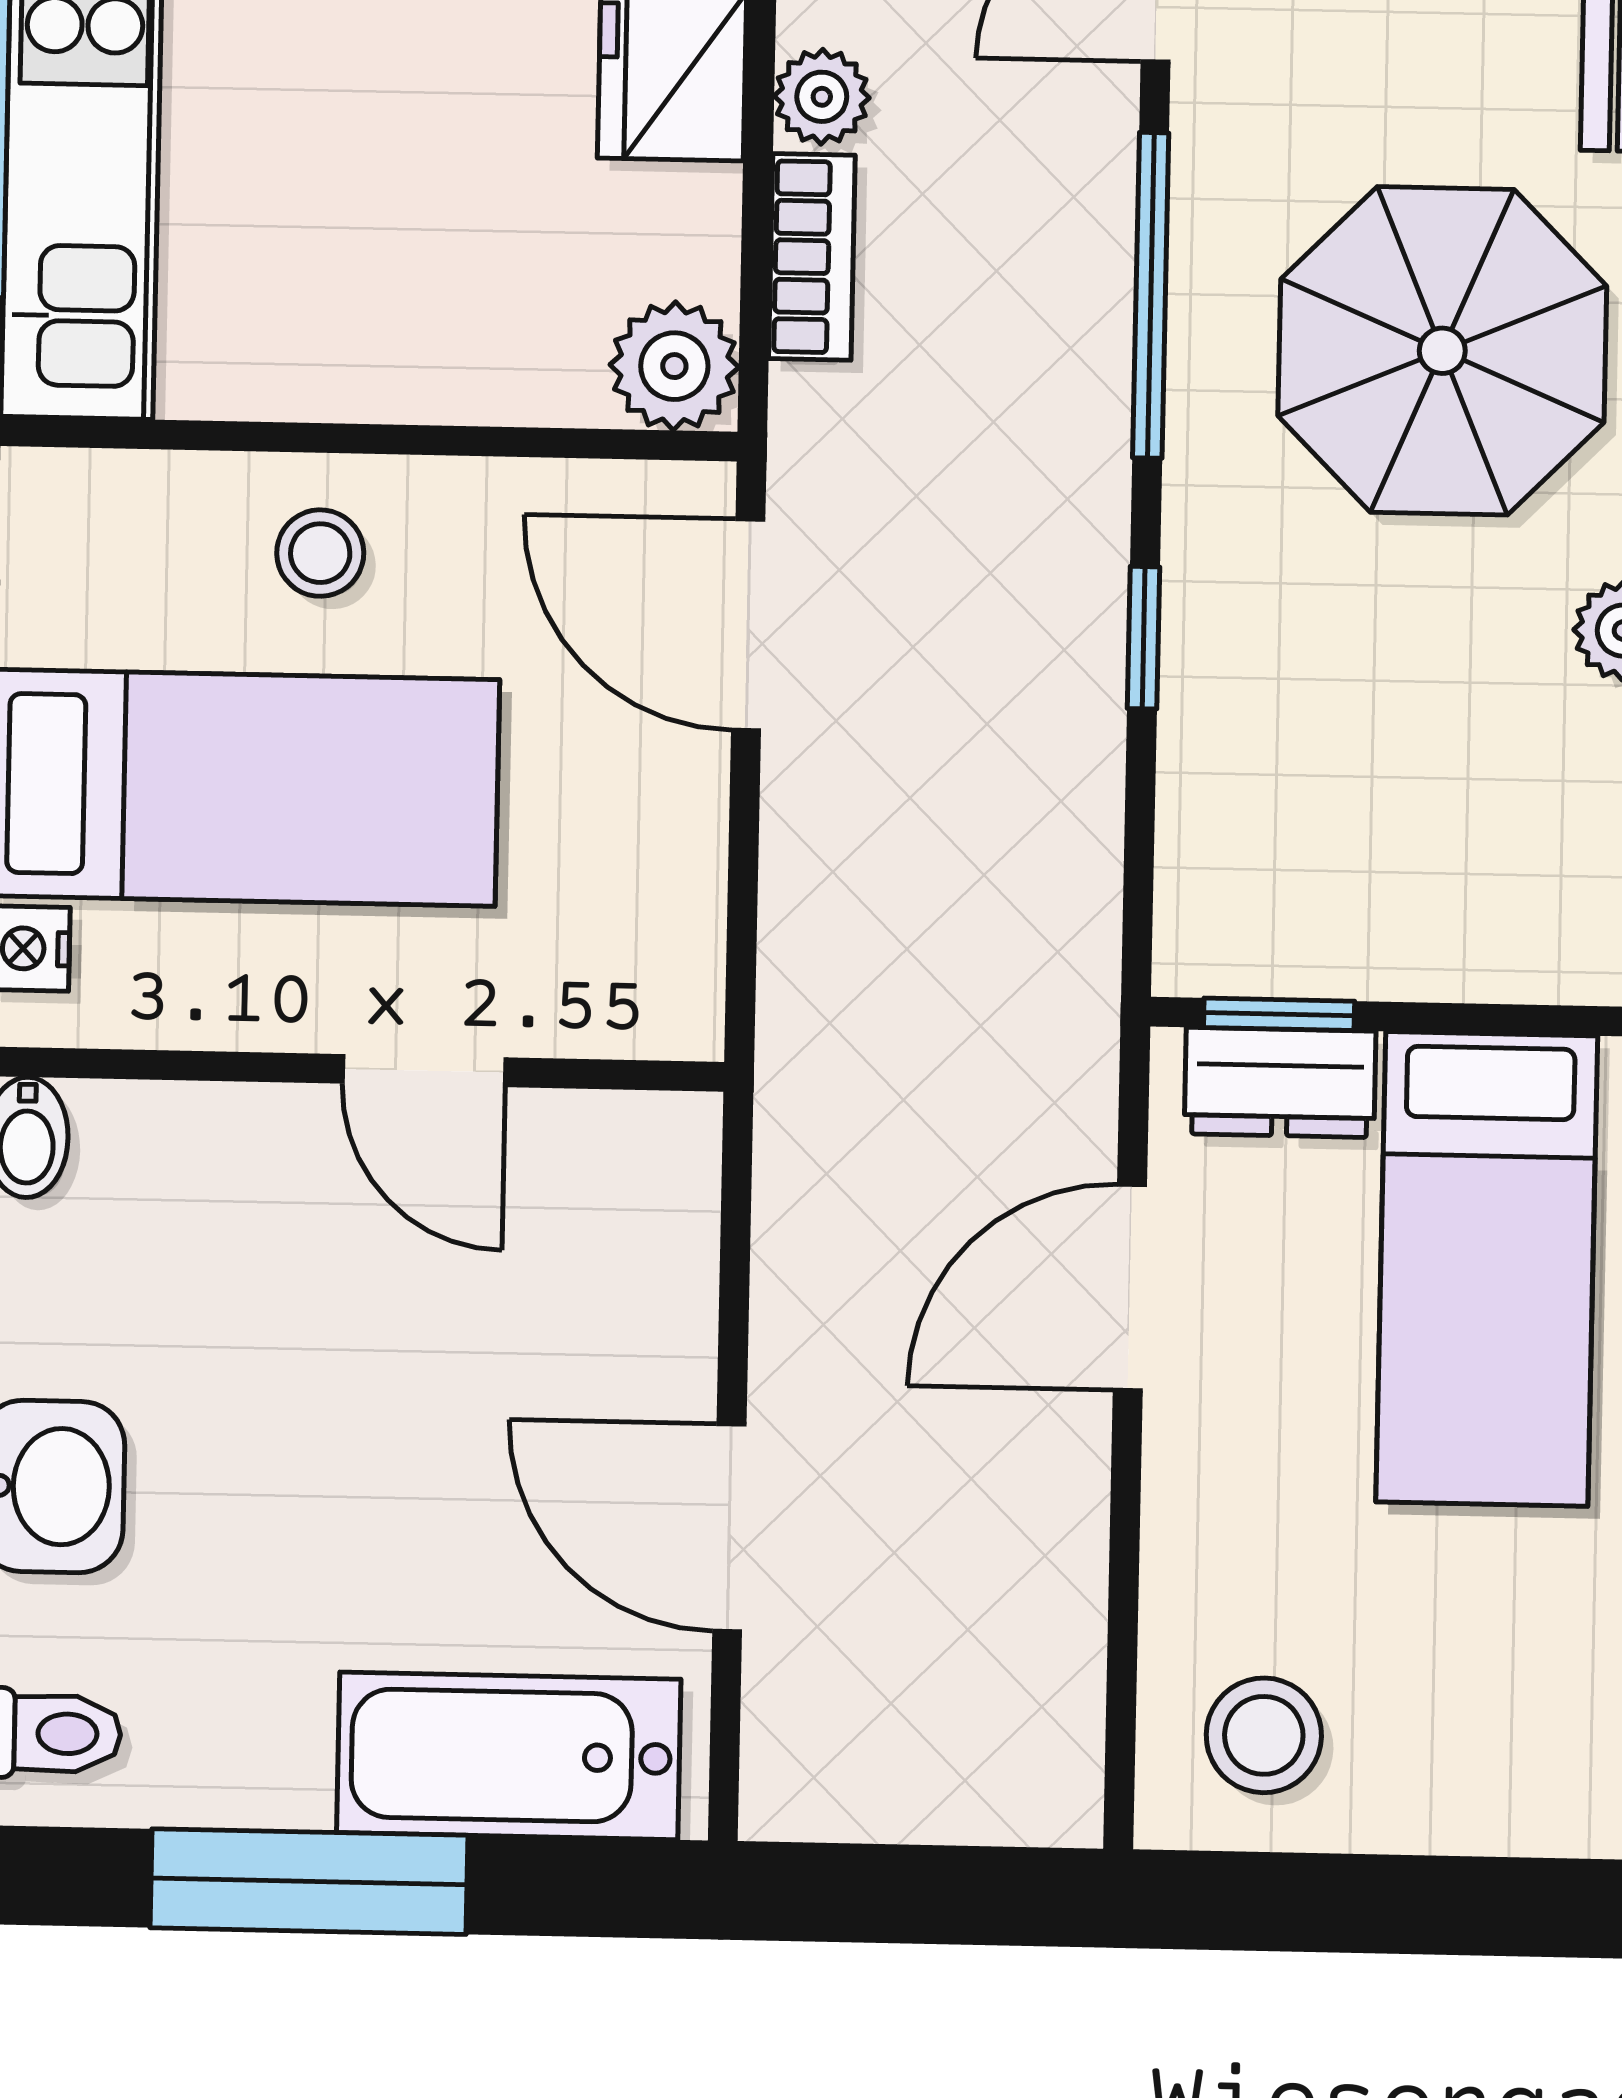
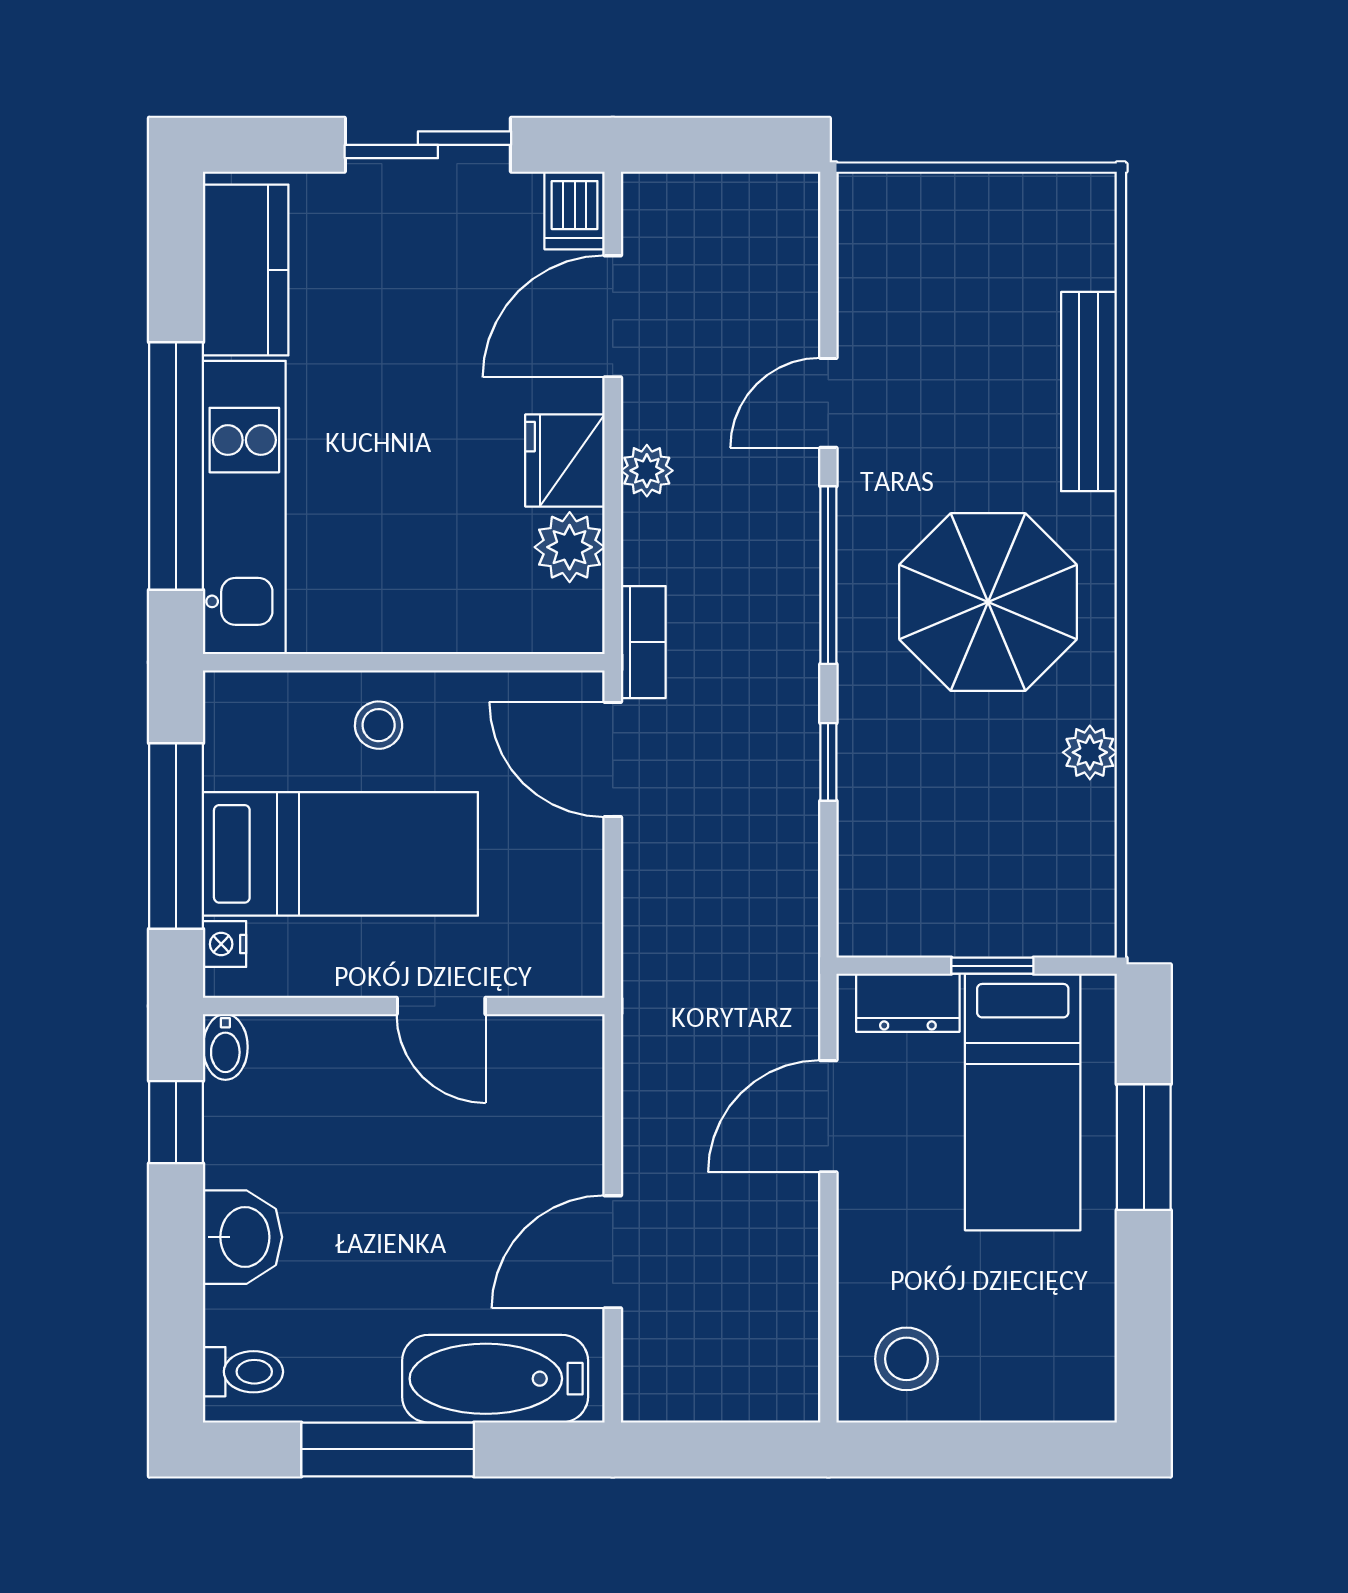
bookcase: (812, 257) -> (643, 642), moved
plant: (674, 366) -> (570, 547), moved
window: (1279, 1014) -> (992, 966), moved
door: (729, 1528) -> (613, 1252), hinge flipped

